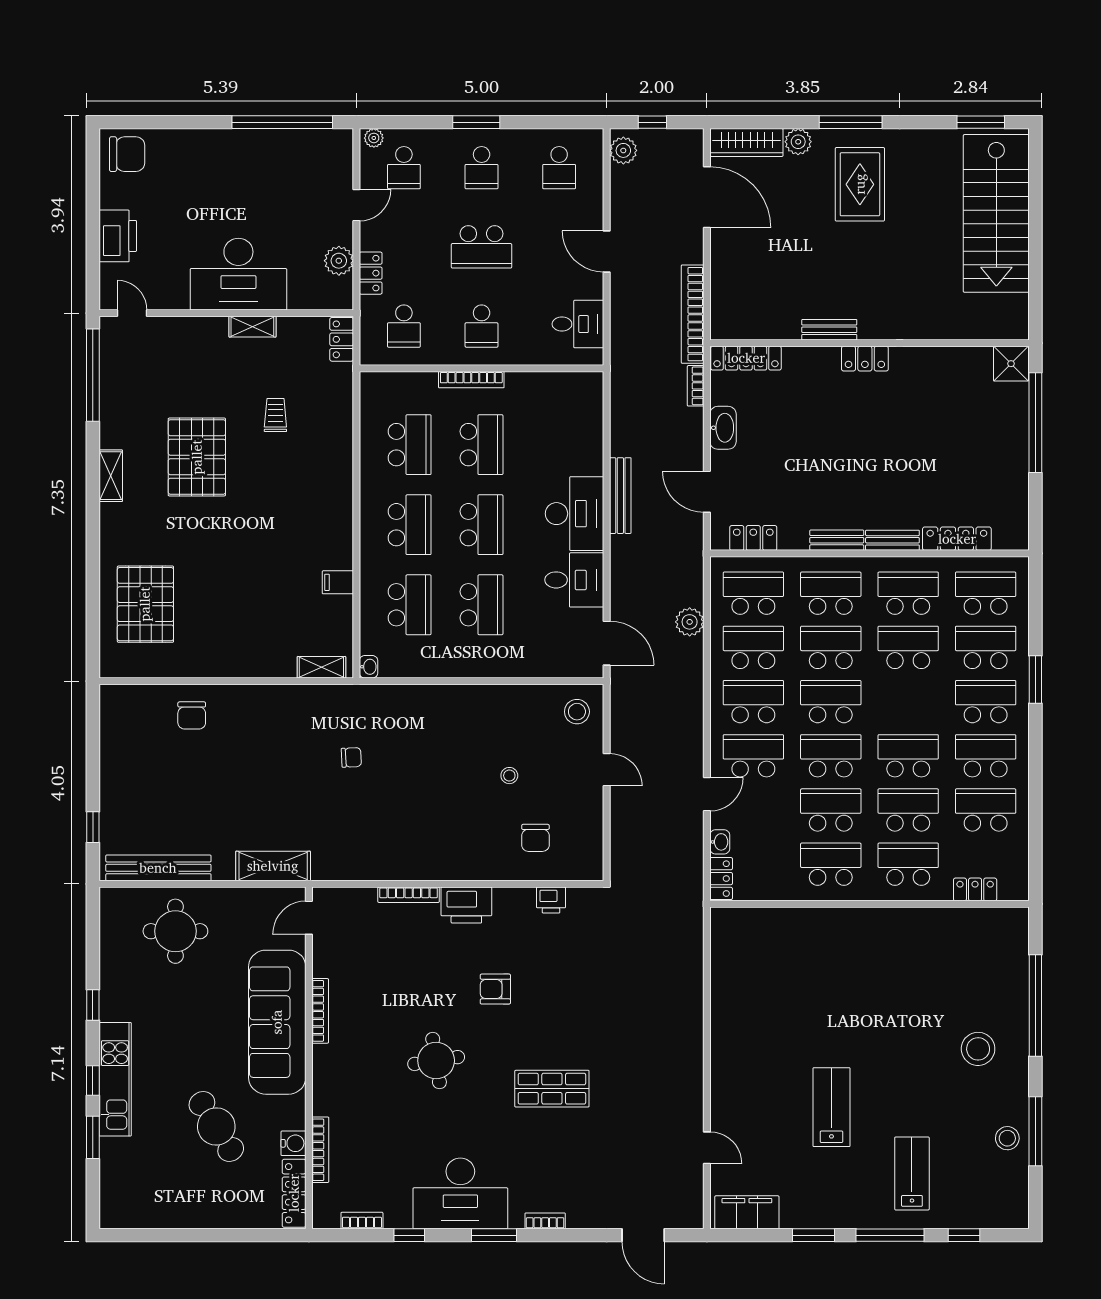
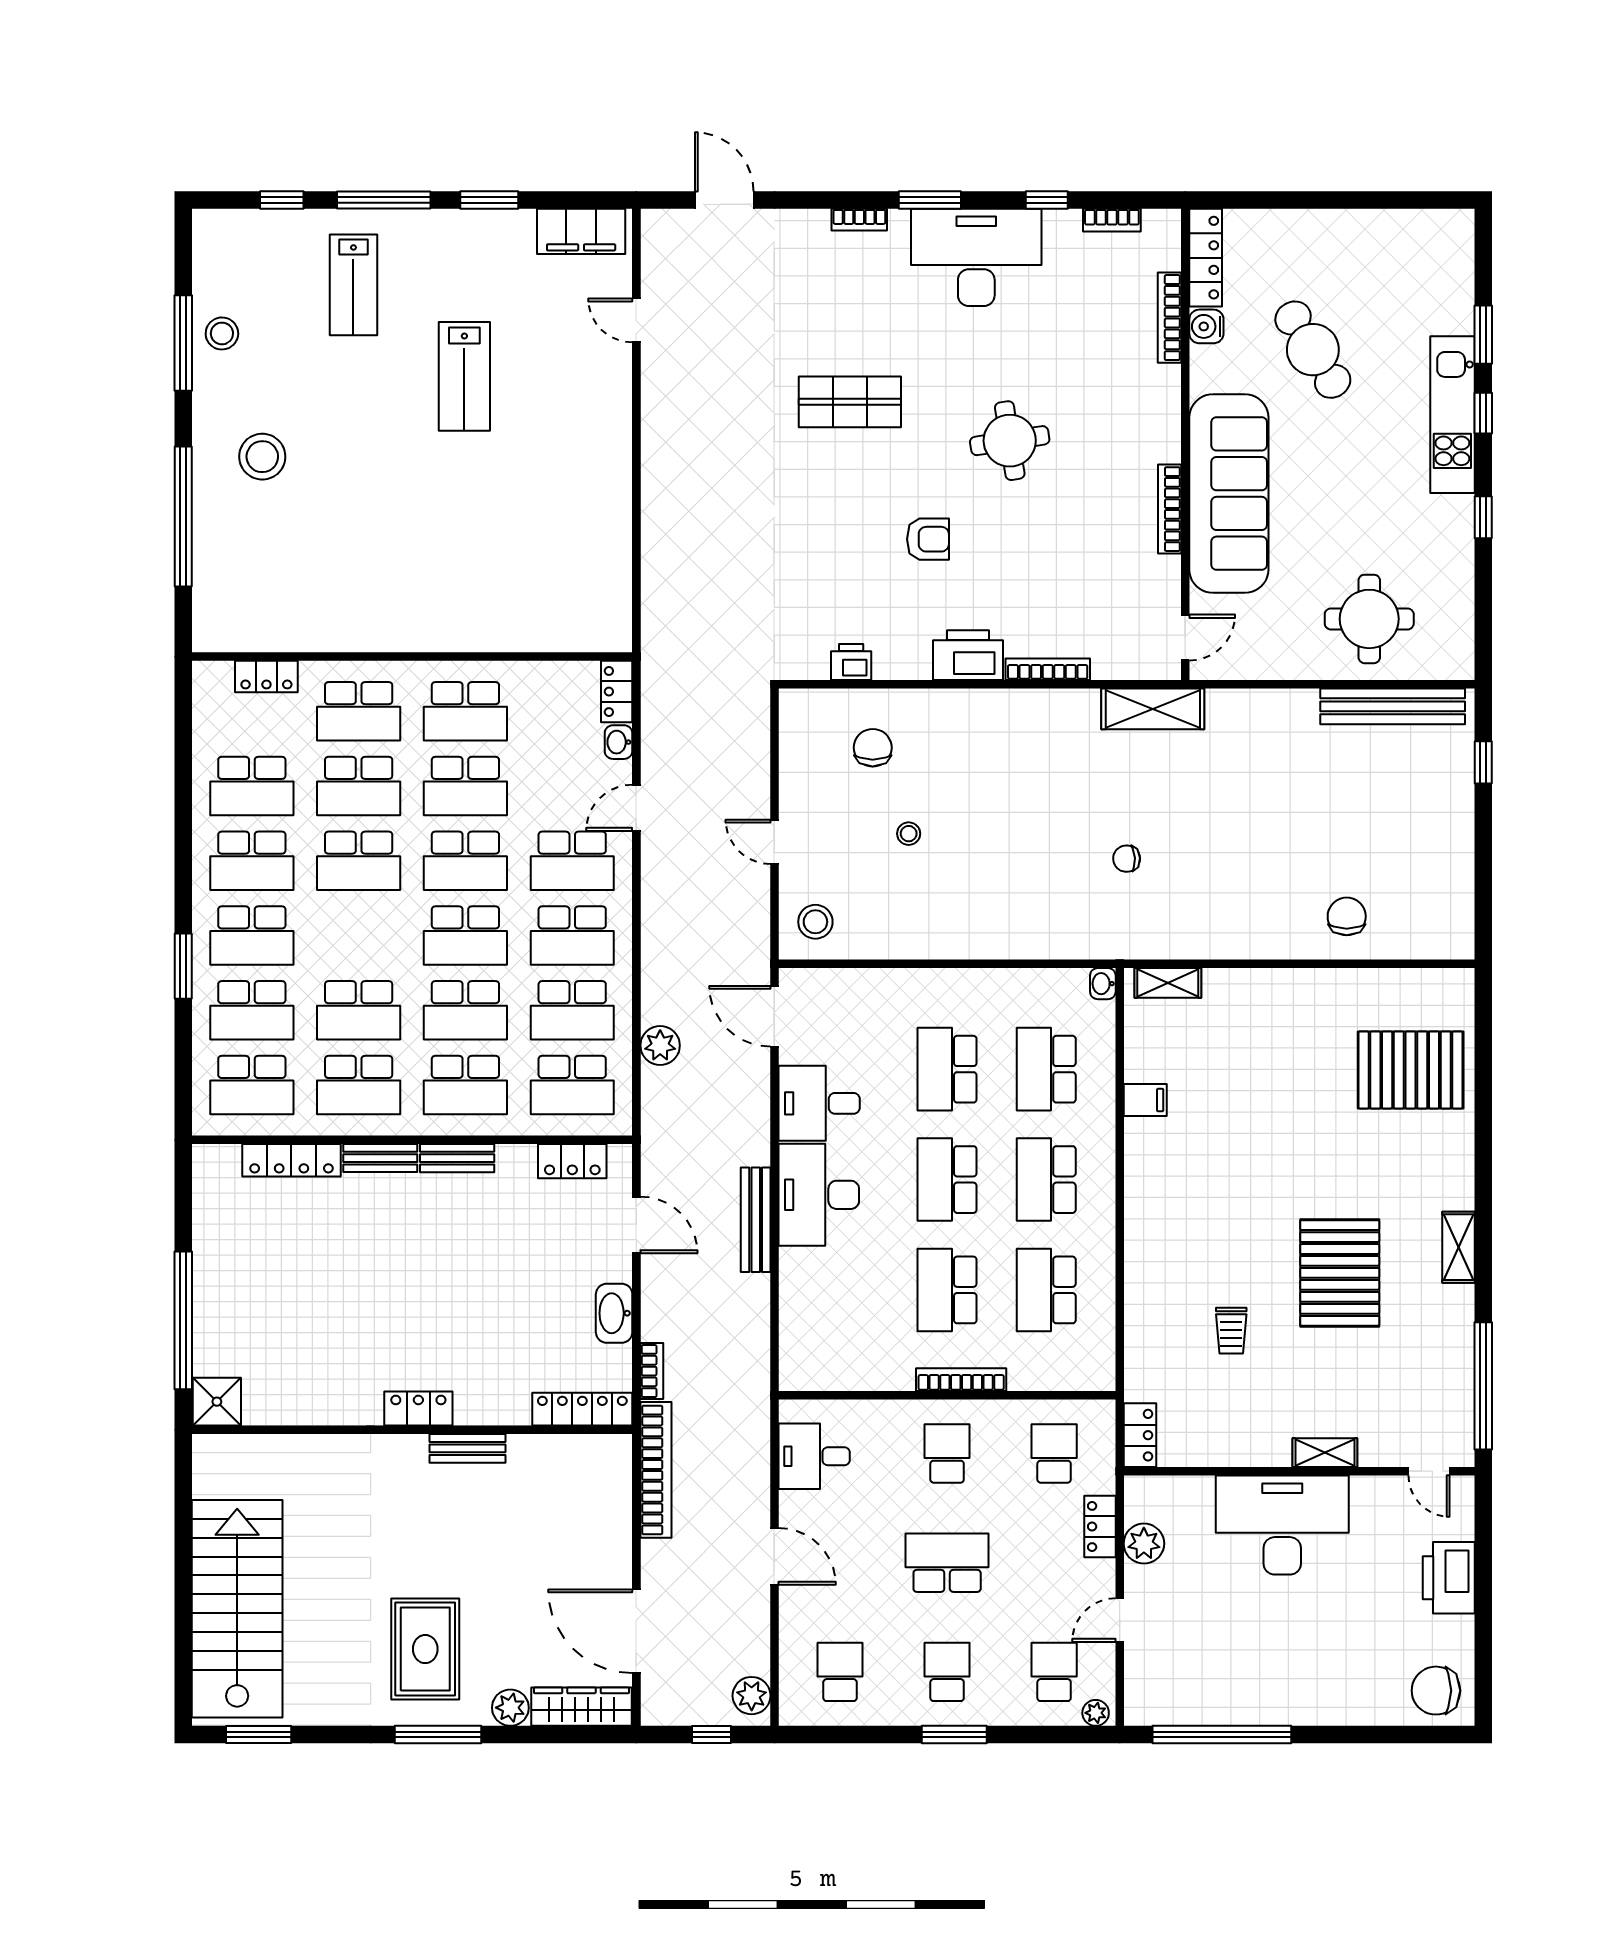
shelving: (252, 327) -> (1325, 1453), moved
pallet: (145, 604) -> (1411, 1070), turned 90
shelving: (273, 866) -> (1153, 709), moved

